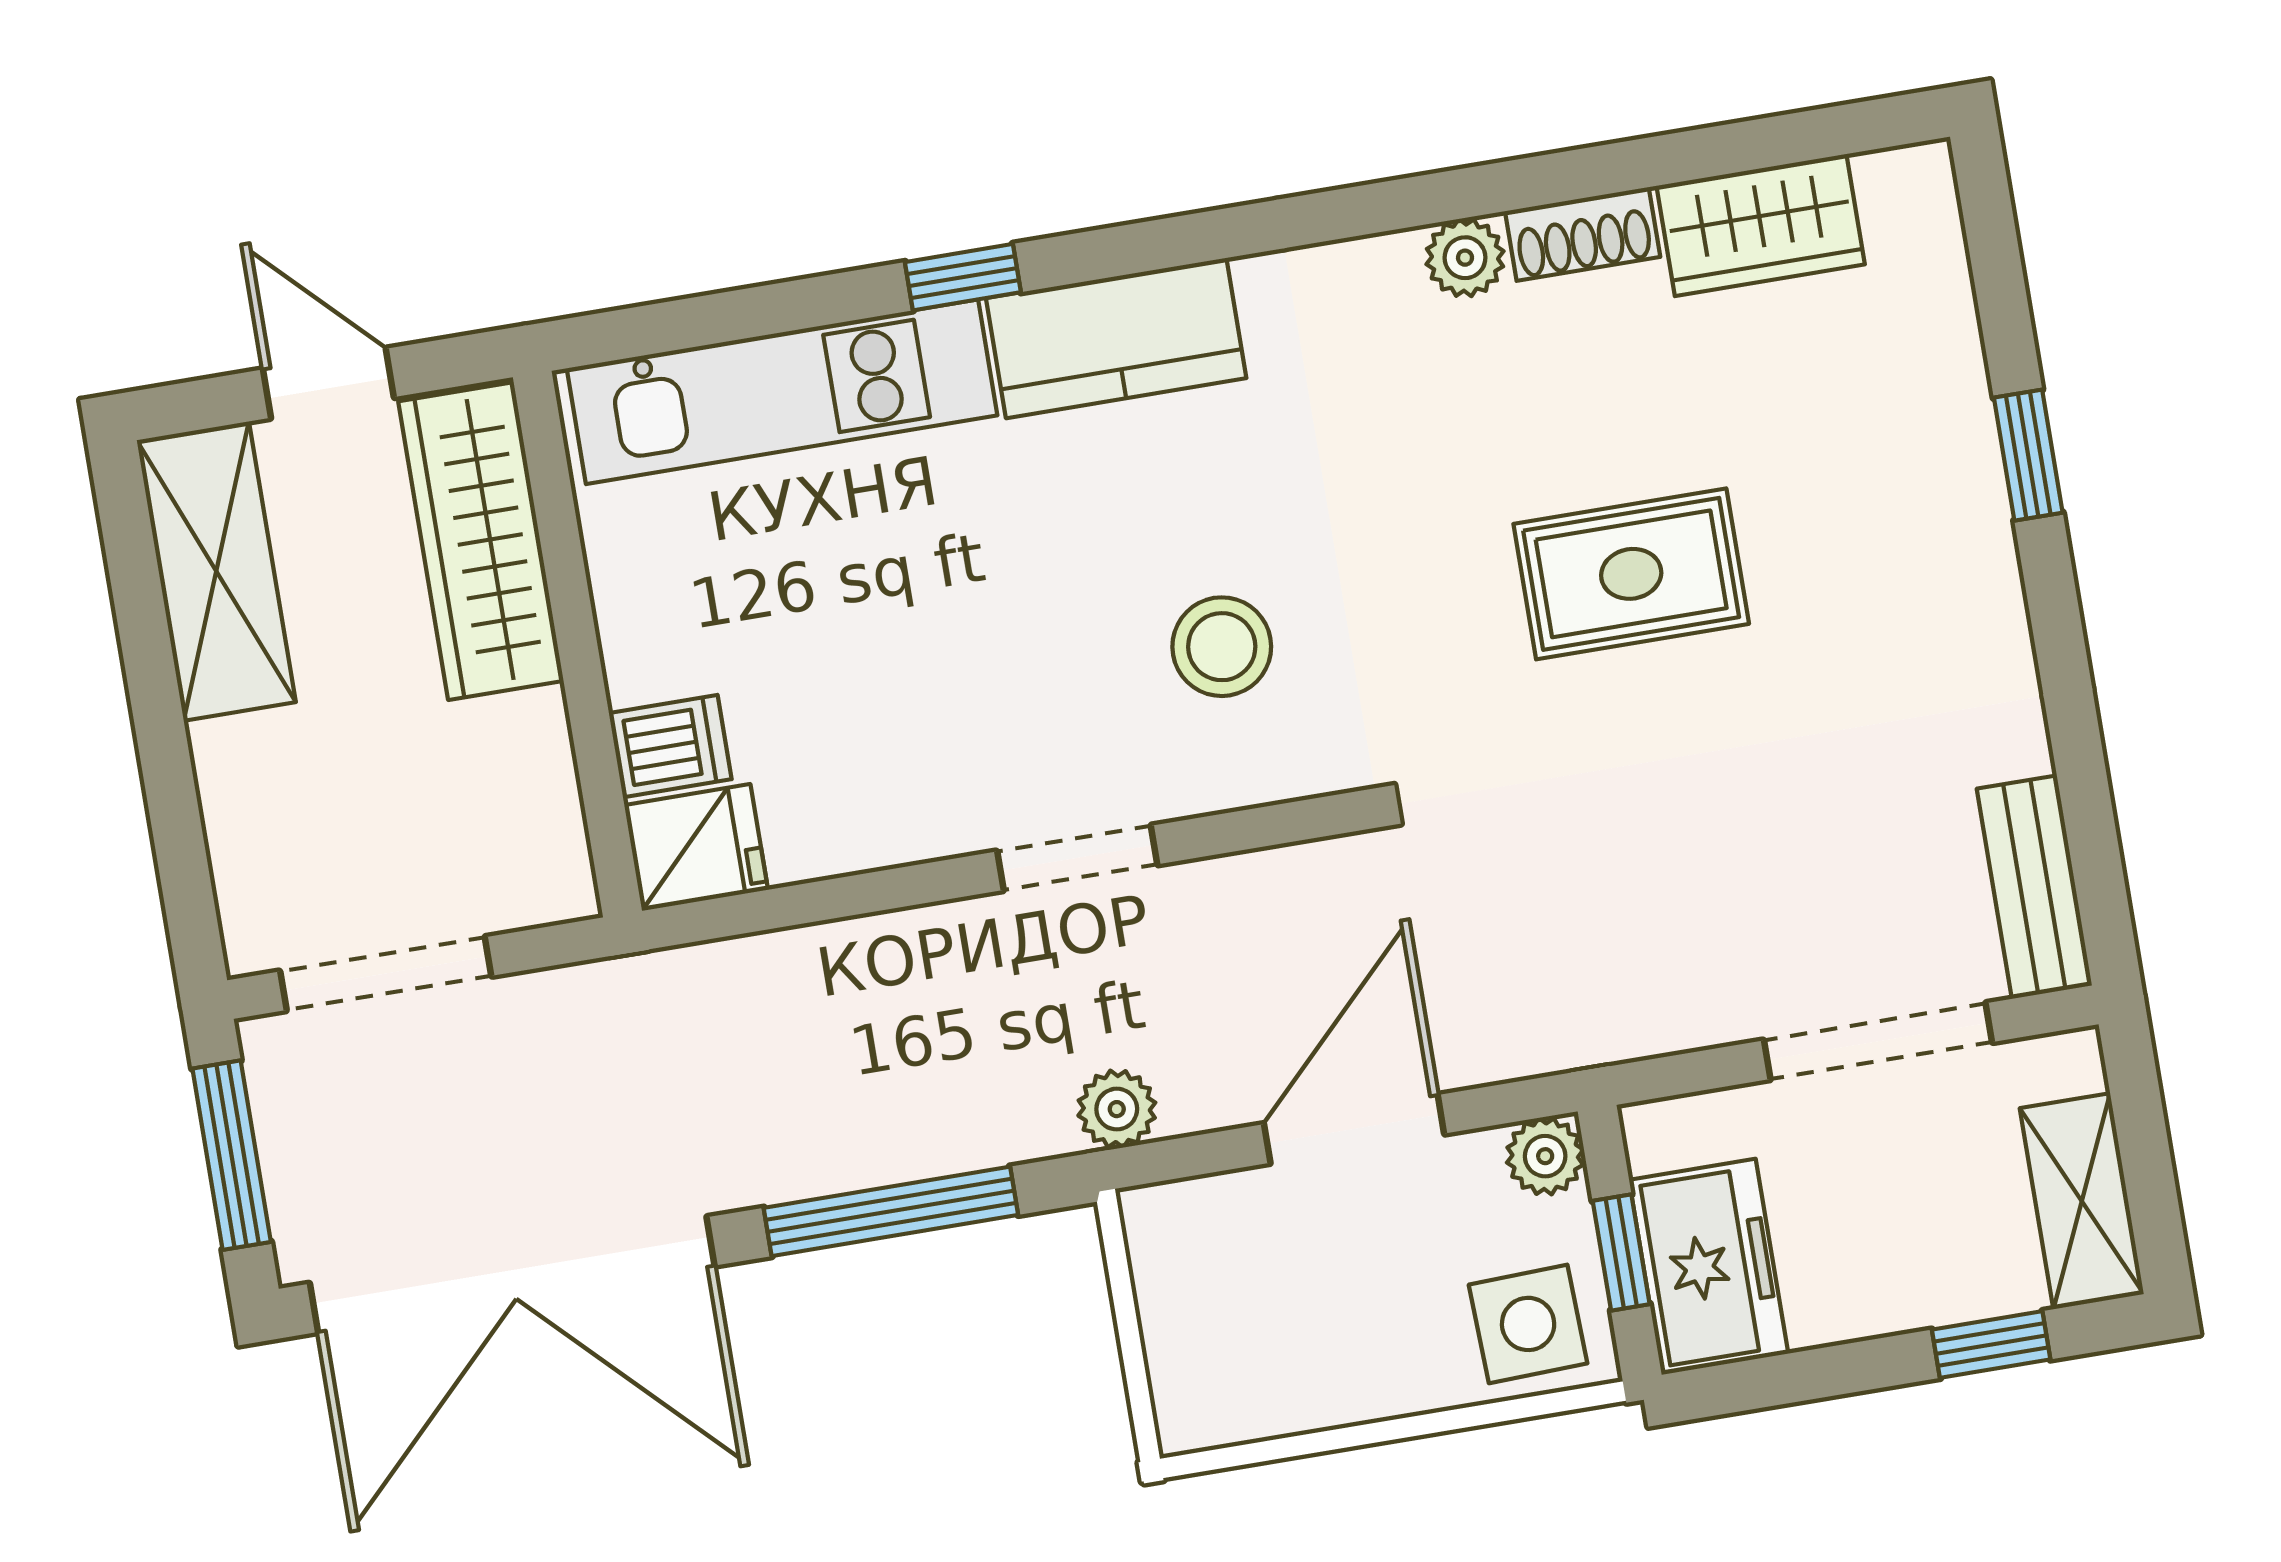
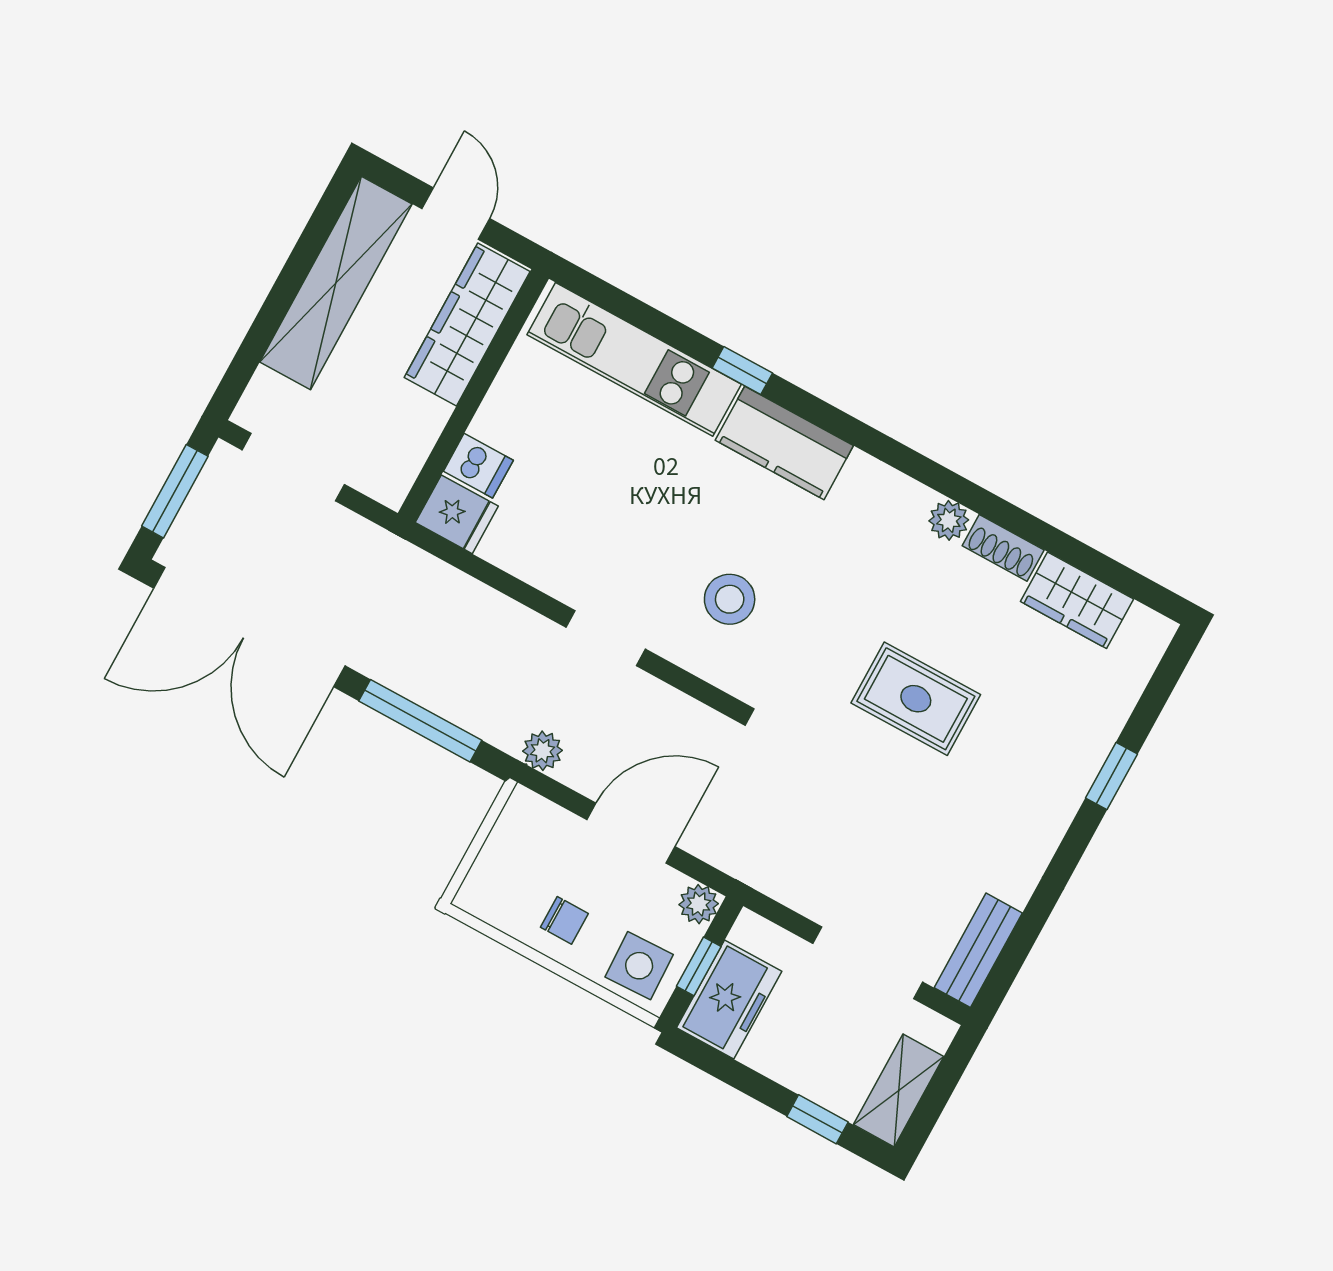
shelving: (216, 571) -> (336, 283), width x1.47
chair: (1357, 1345) -> (564, 920), added

